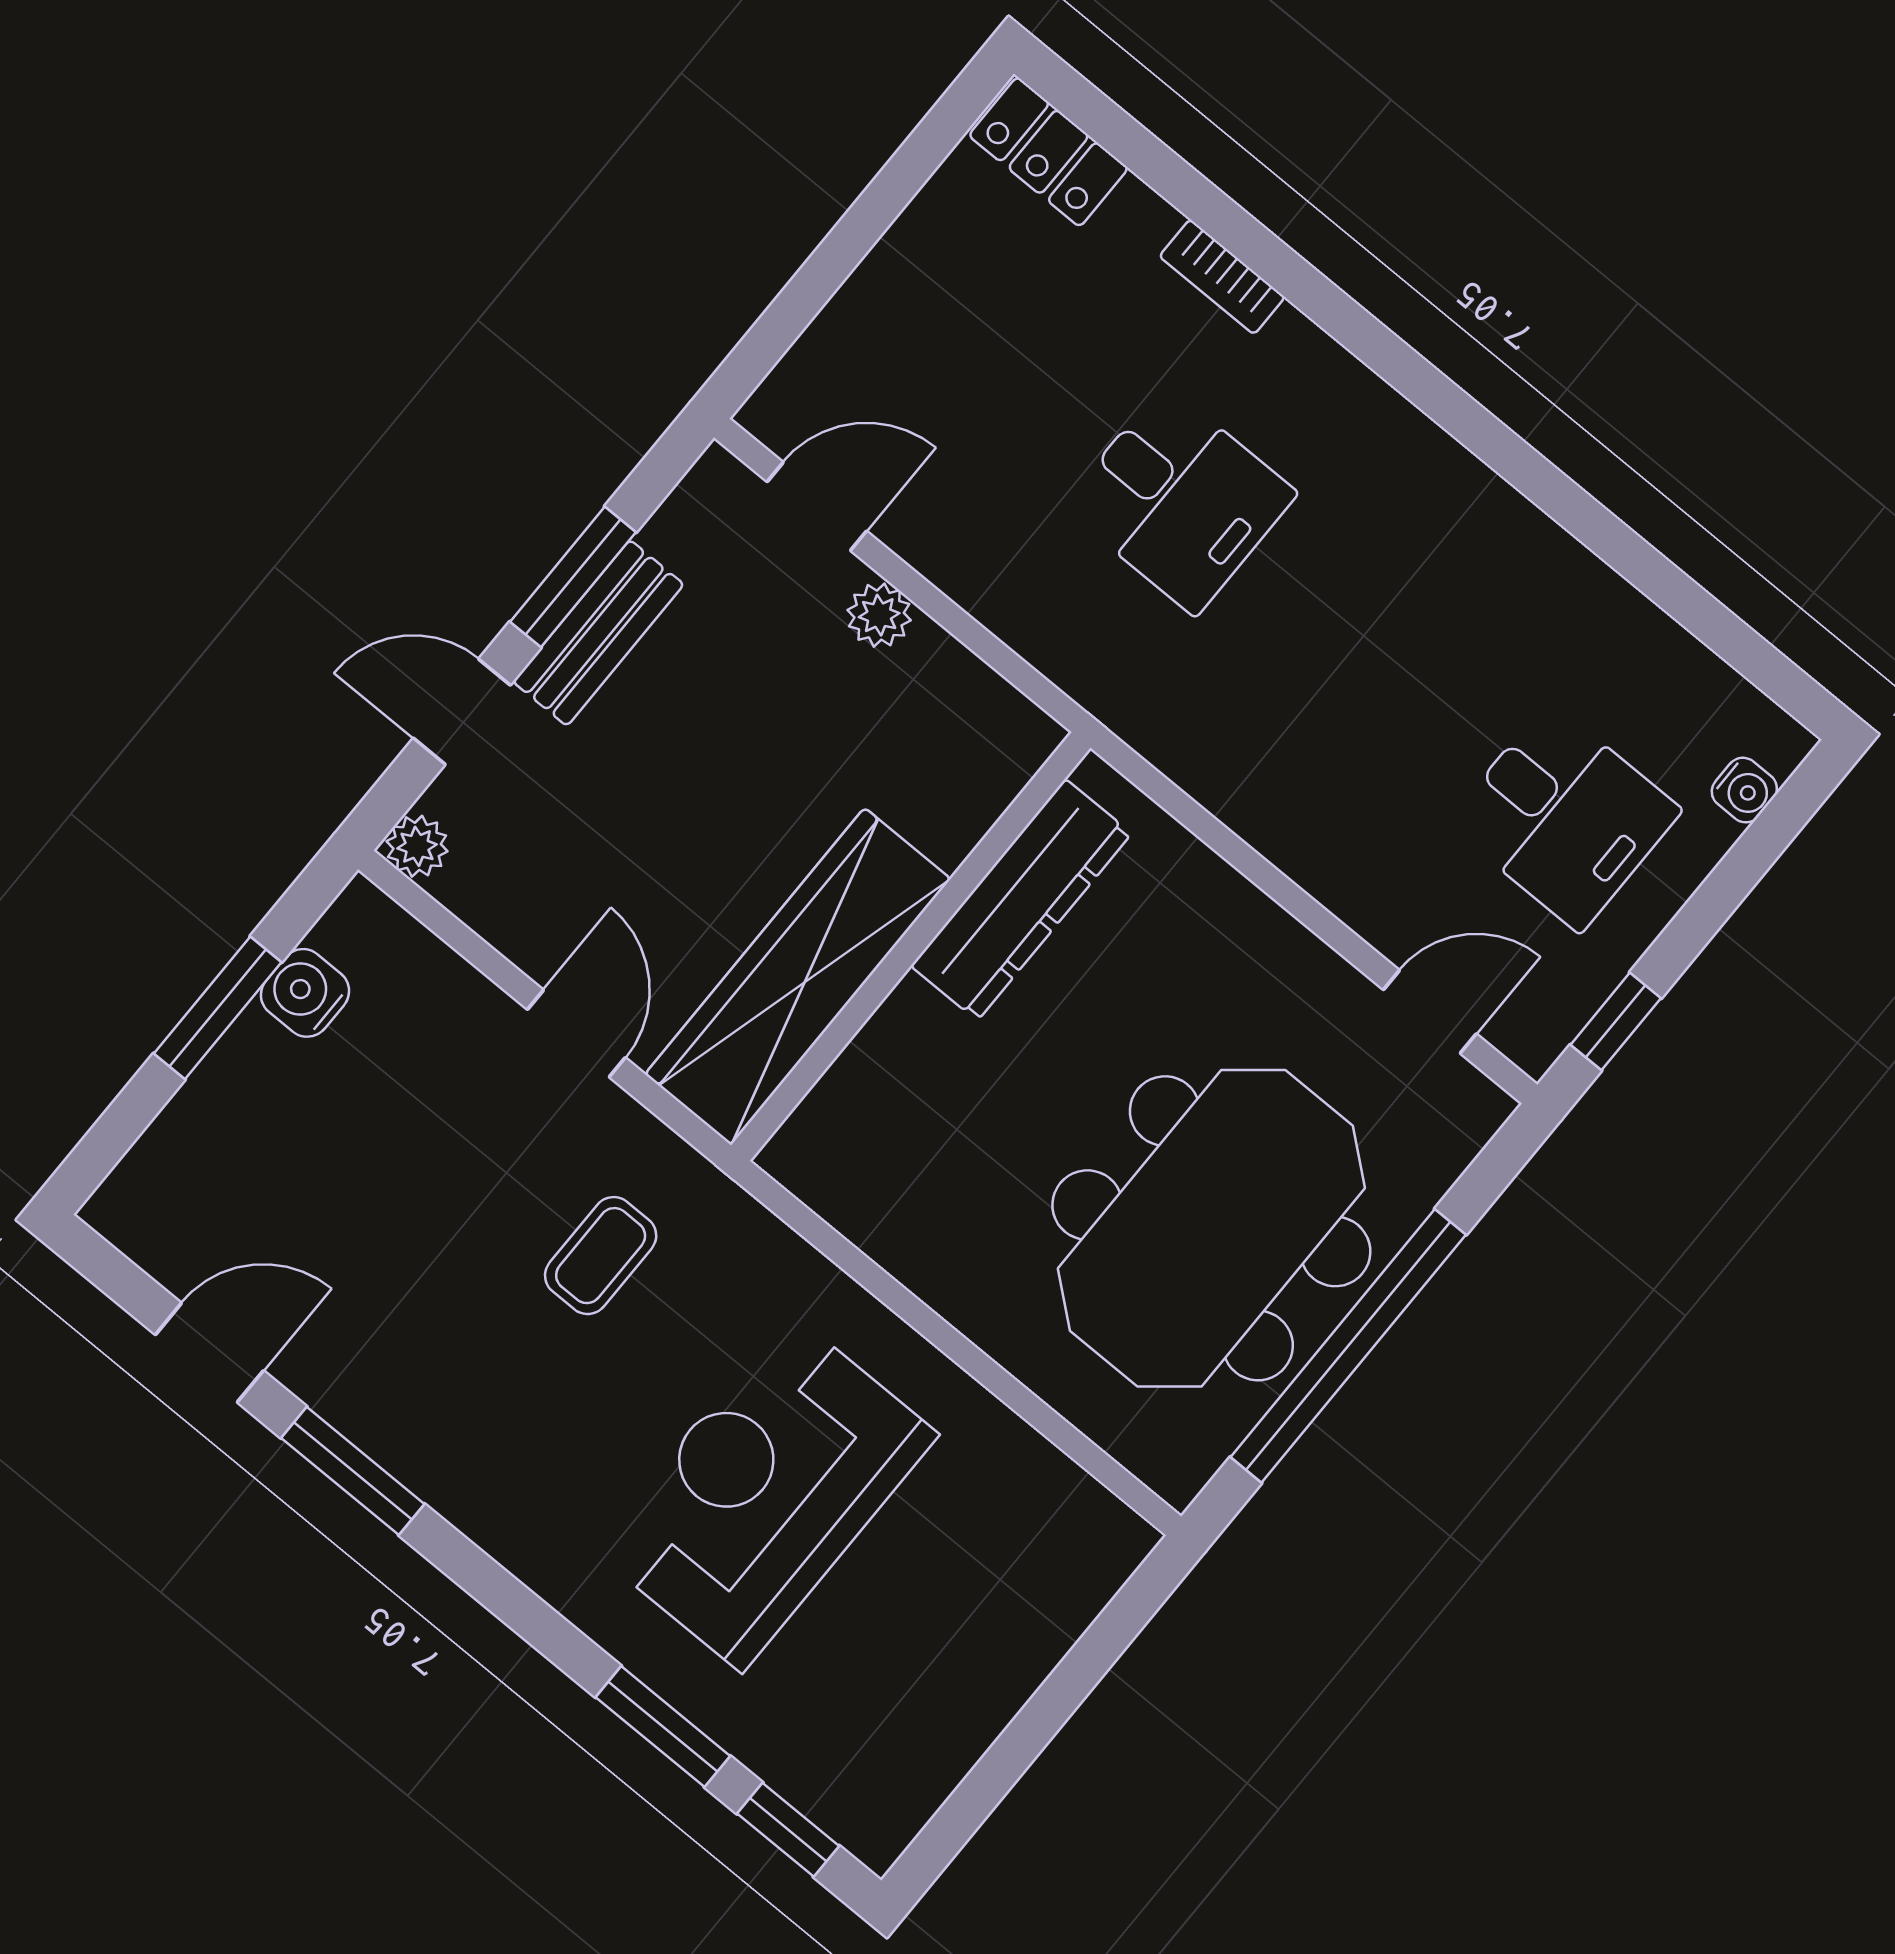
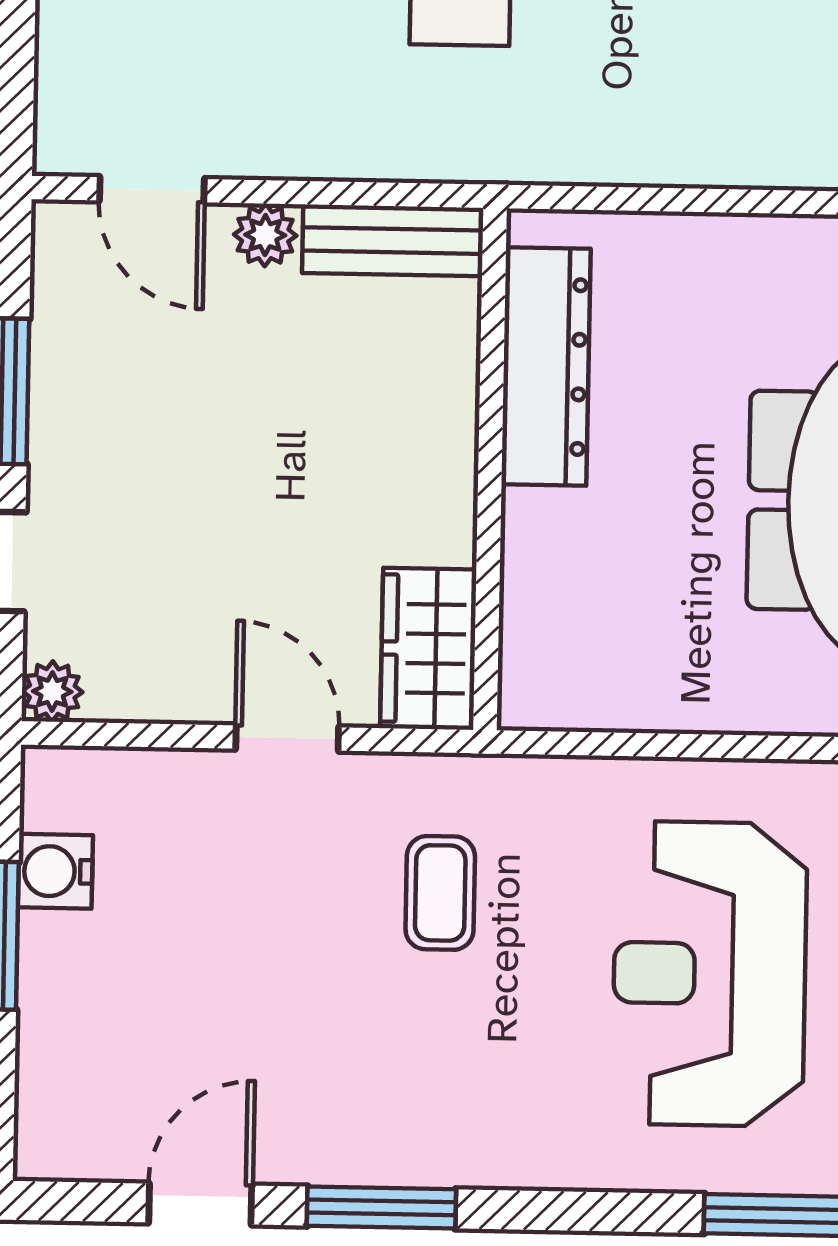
door: (817, 506) -> (152, 190), swing flipped
bench: (598, 633) -> (393, 240), moved, turned 90
wardrobe: (798, 977) -> (428, 649), width x0.48, depth x0.85

